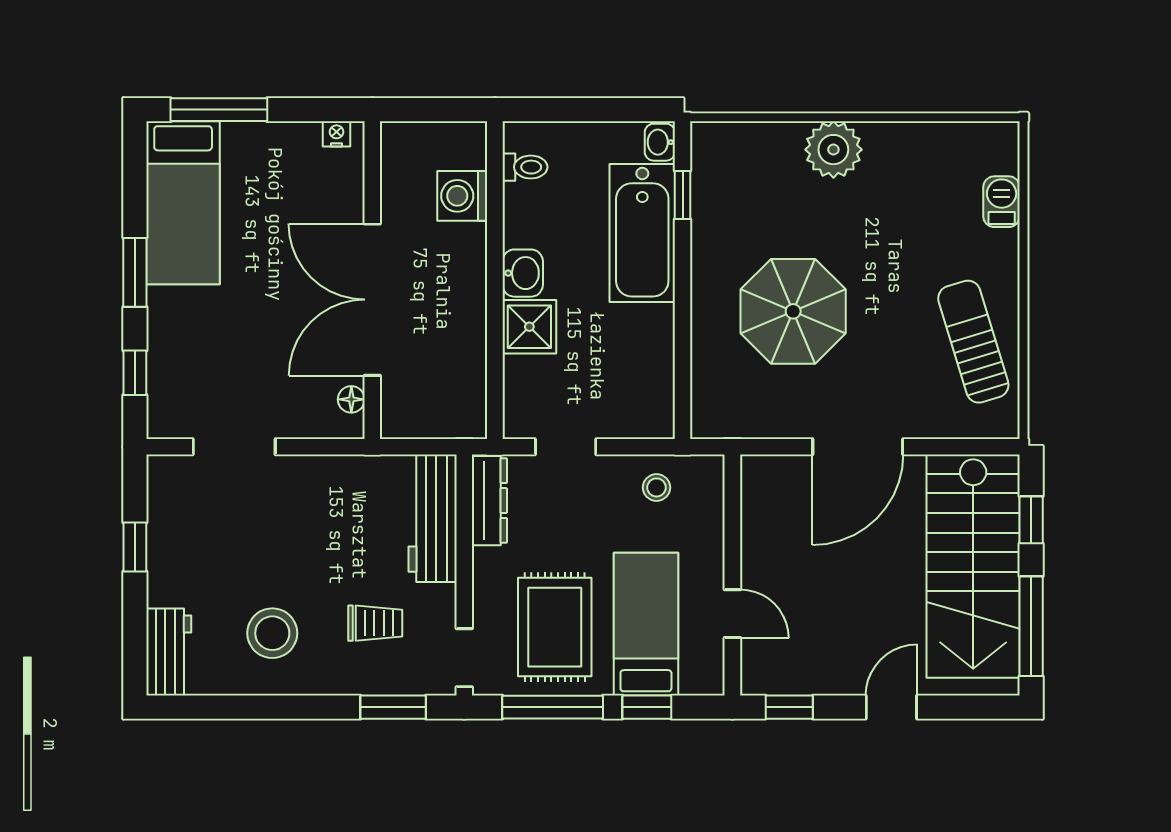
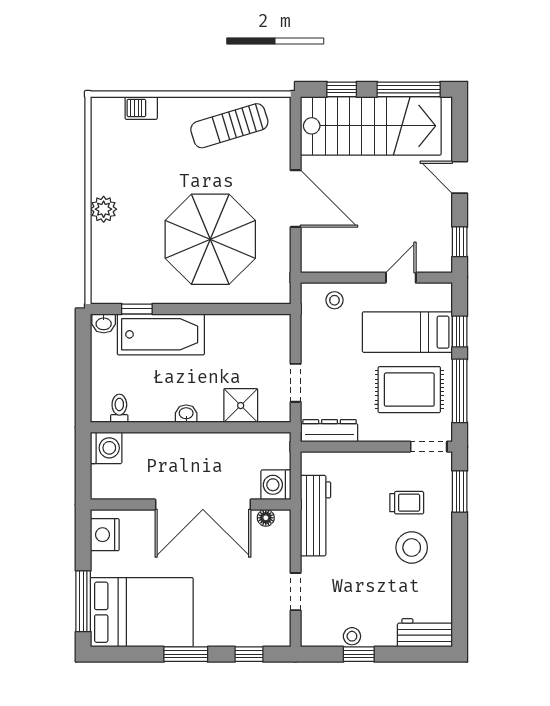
nightstand: (336, 134) -> (105, 535), width x1.89, depth x1.79
plant: (833, 150) -> (104, 209), width x0.73, depth x0.73
washing machine: (462, 196) -> (106, 448), moved, turned -90
bed: (183, 203) -> (142, 612), width x1.50
washbasin: (523, 273) -> (186, 414), width x0.72, depth x0.69
parasol: (793, 311) -> (210, 239), width x1.36, depth x1.36
shower: (529, 327) -> (241, 406), moved
washing machine: (404, 415) -> (276, 485), added
doorway: (234, 447) -> (296, 592), width x0.73
stool: (656, 487) -> (334, 300), moved
workbench: (433, 518) -> (316, 516), moved, turned -90
stool: (163, 536) -> (352, 636), added
trolley: (375, 623) -> (407, 503), turned 90
stool: (272, 633) -> (412, 547), moved

